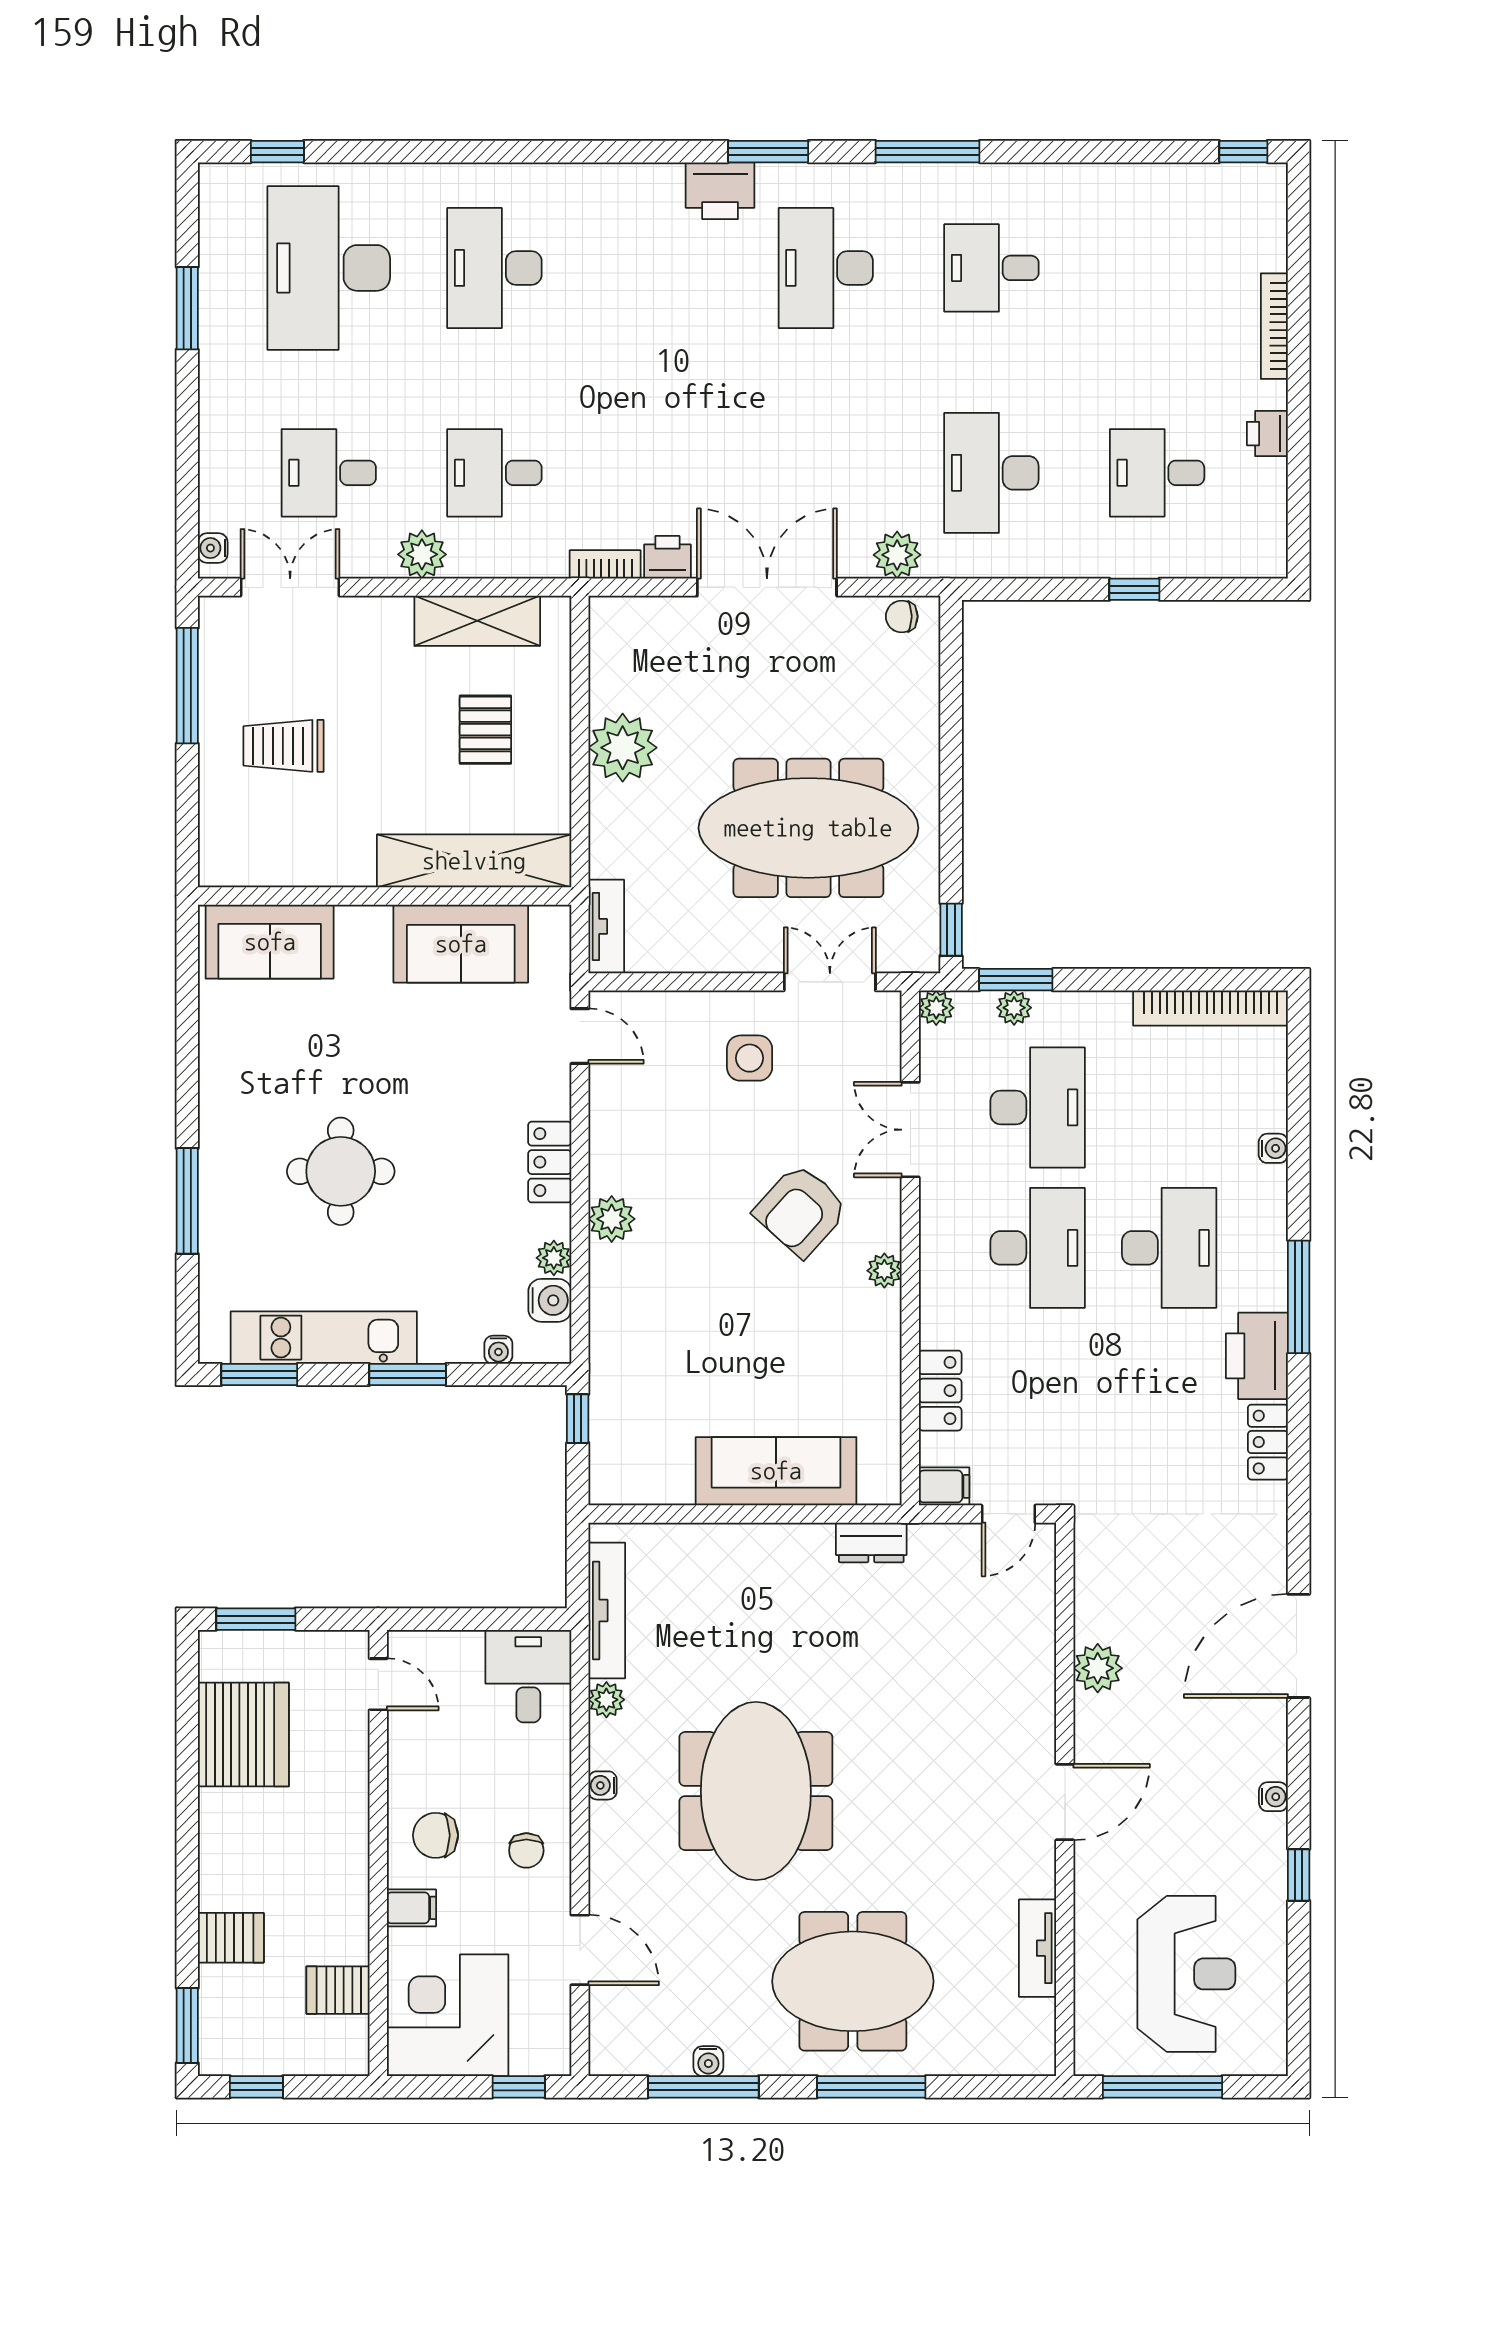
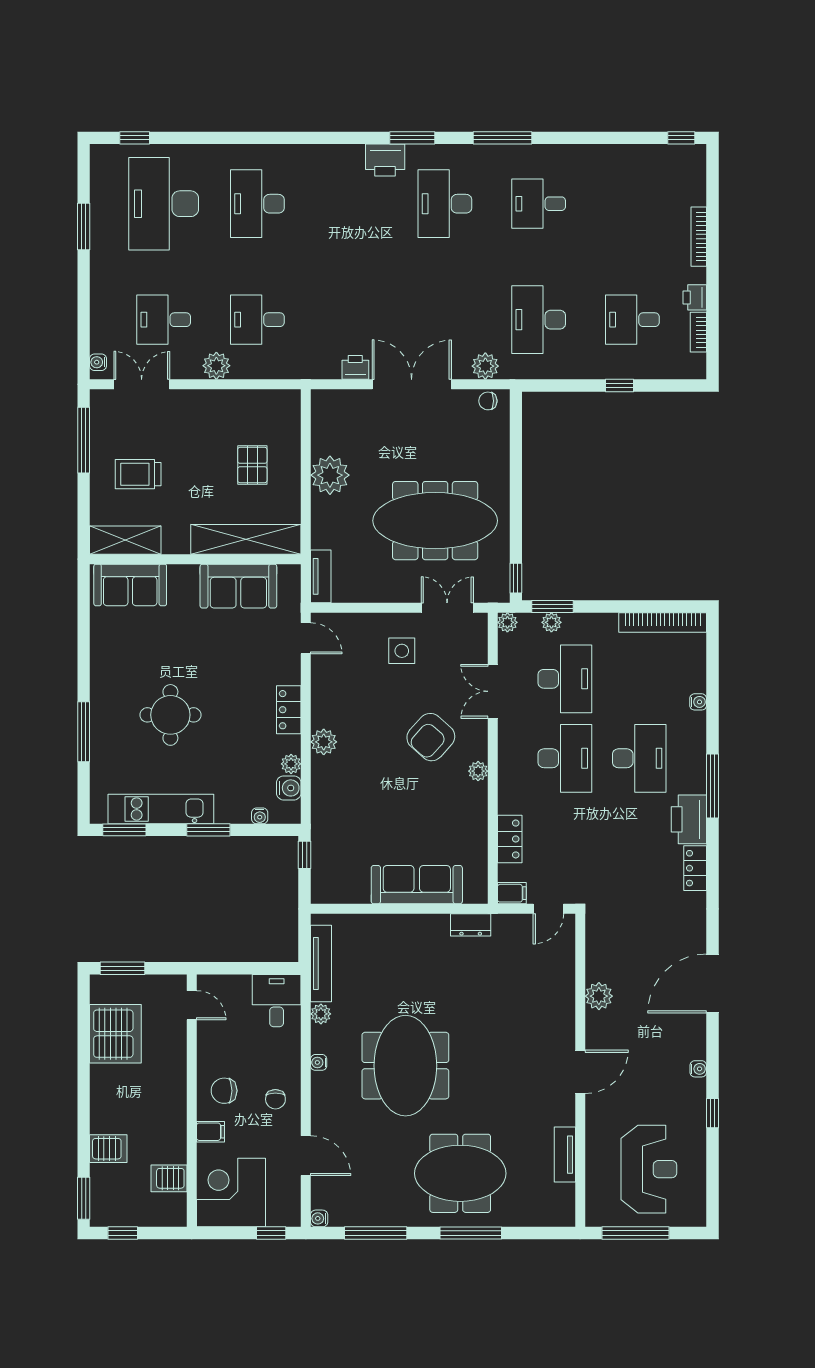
bookcase: (605, 564) -> (698, 332), moved, turned -90
shelving: (477, 621) -> (125, 540), moved
water cooler: (708, 2061) -> (319, 1218), moved, turned 90

